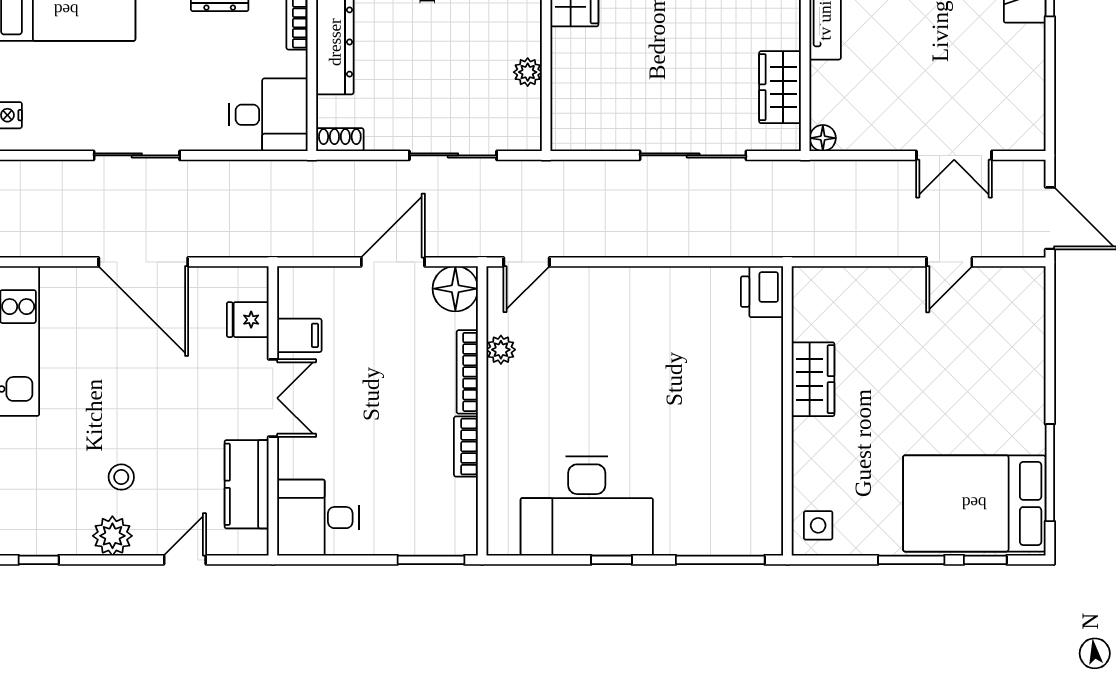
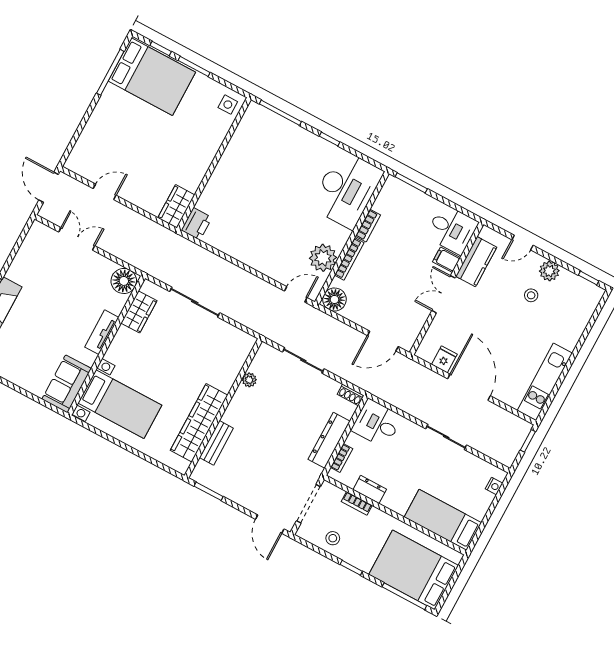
floor lamp: (823, 138) -> (124, 281), width x1.89, depth x1.89
door: (393, 262) -> (383, 341), moved
fridge: (248, 320) -> (444, 359), moved, turned -90
filing cabinet: (299, 335) -> (447, 260), moved
plant: (501, 350) -> (323, 258), width x1.87, depth x1.87
wardrobe: (813, 379) -> (176, 206), moved
desk: (587, 506) -> (347, 189), moved, turned 90

